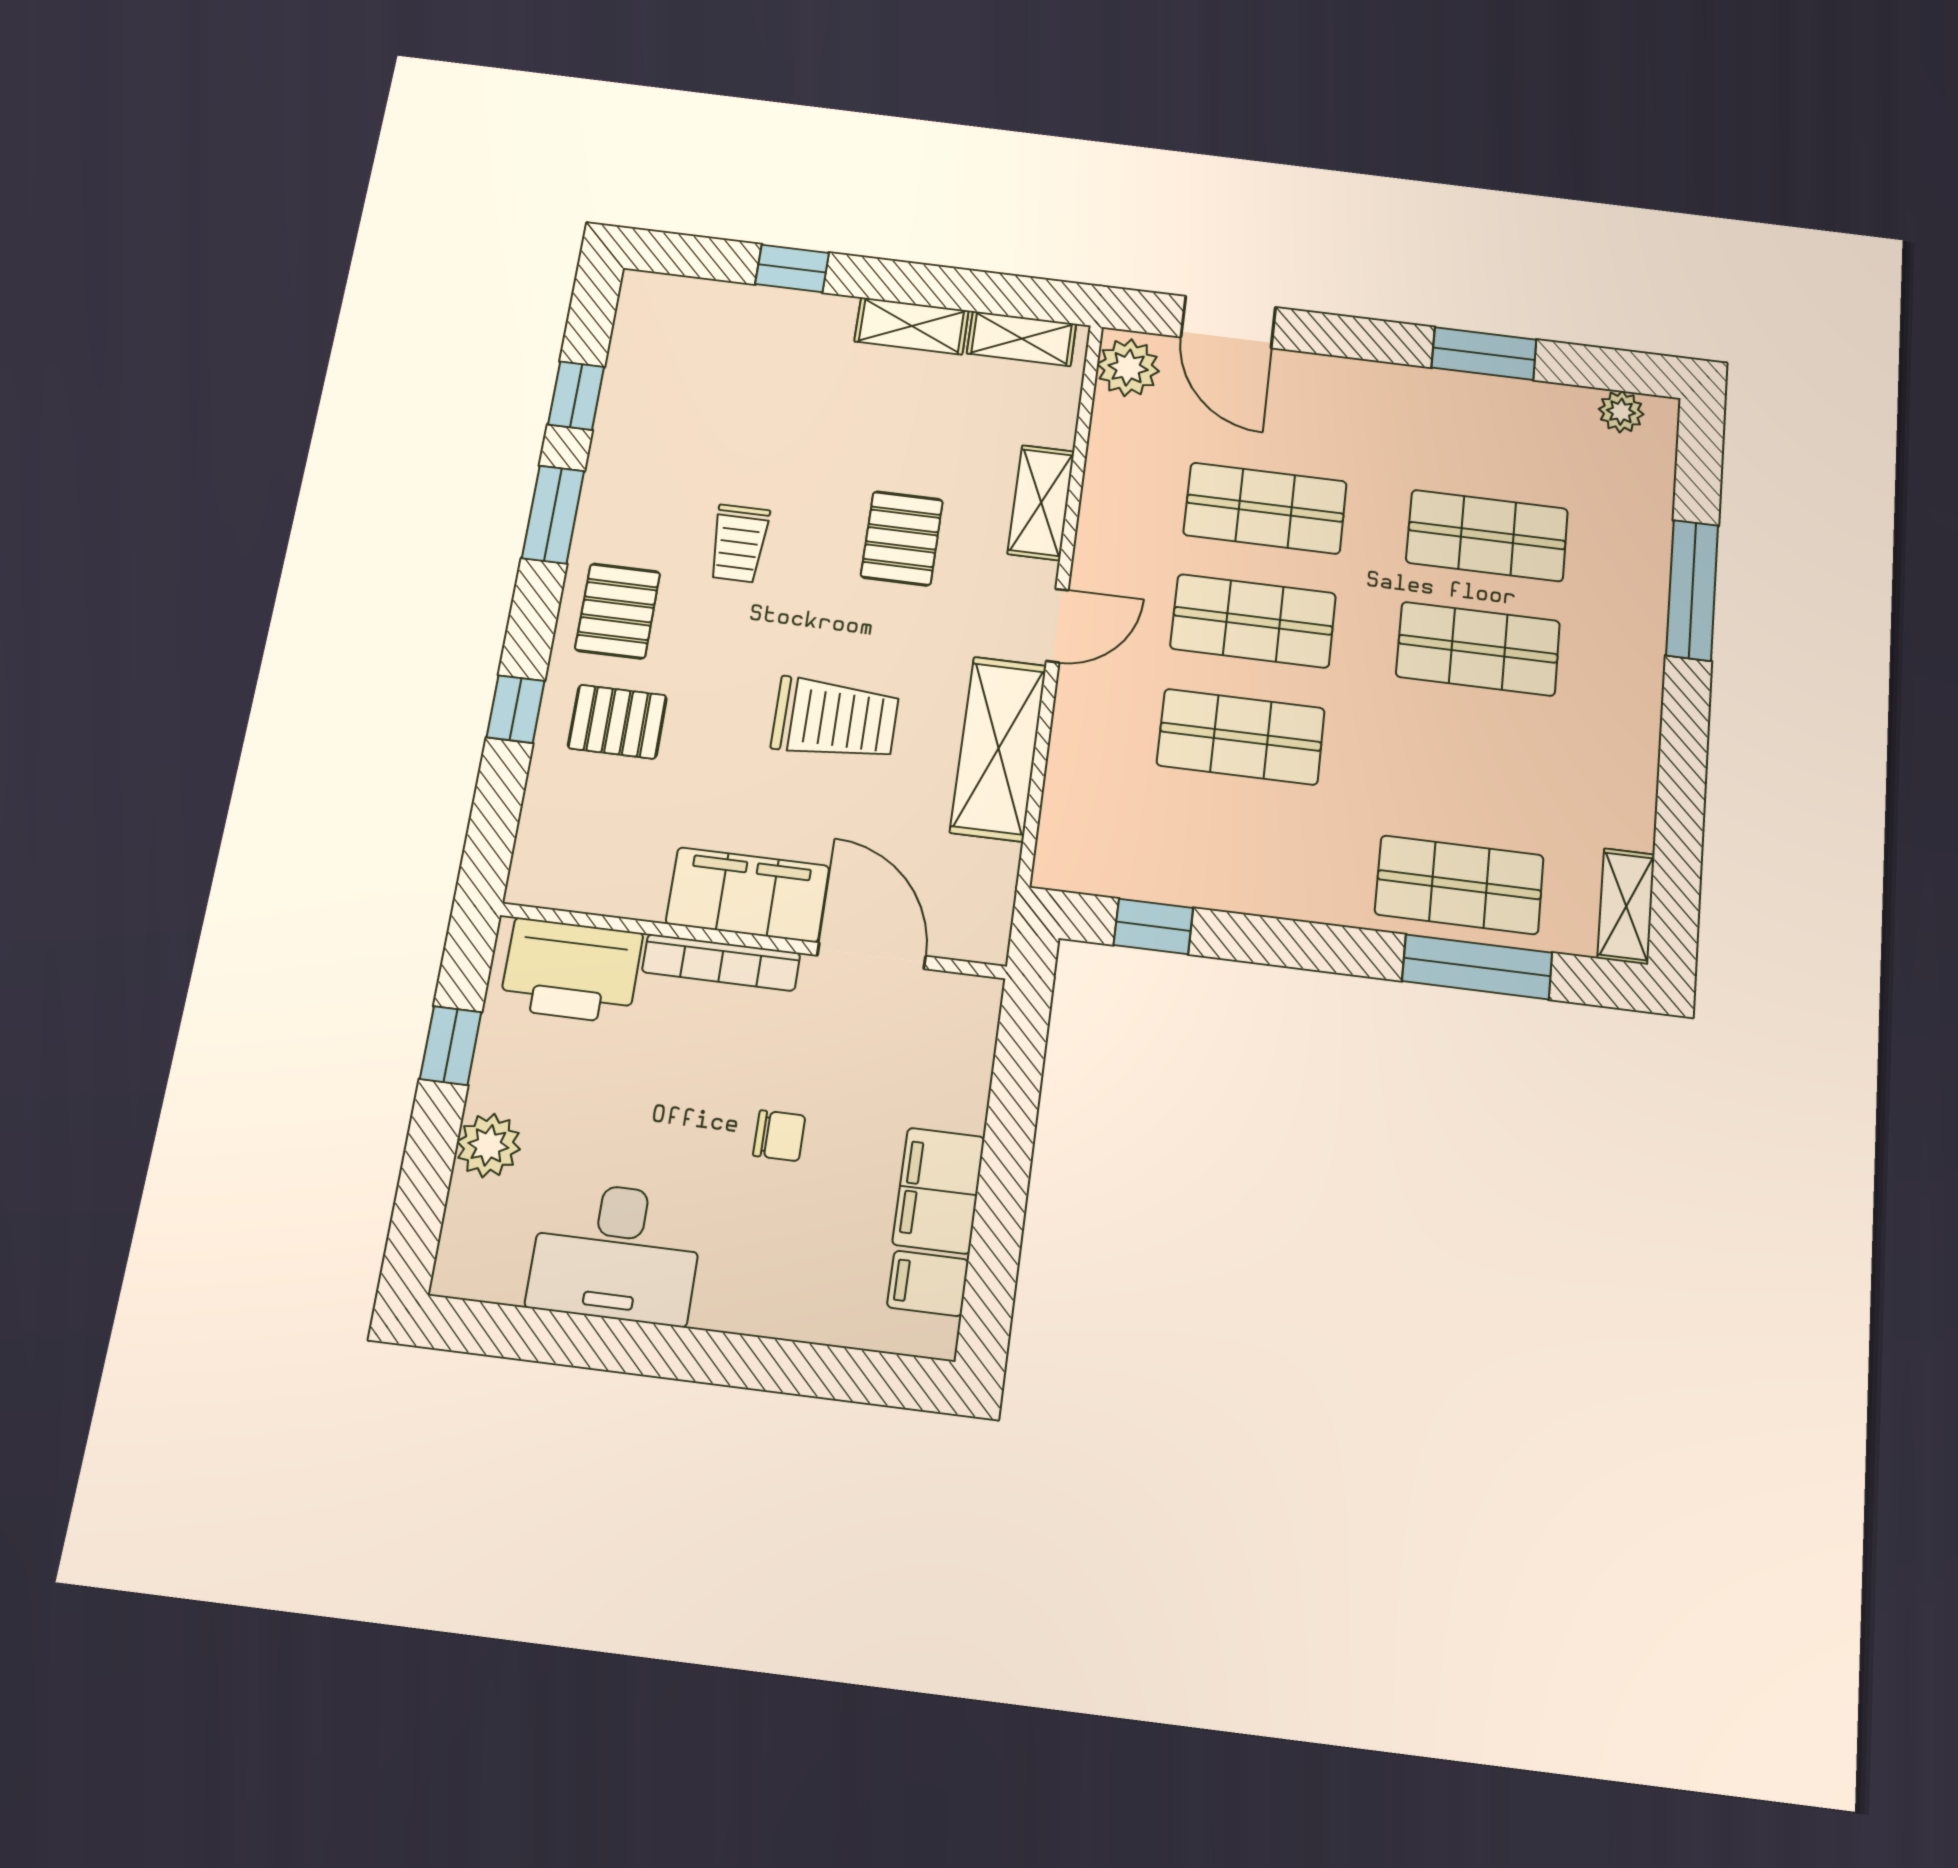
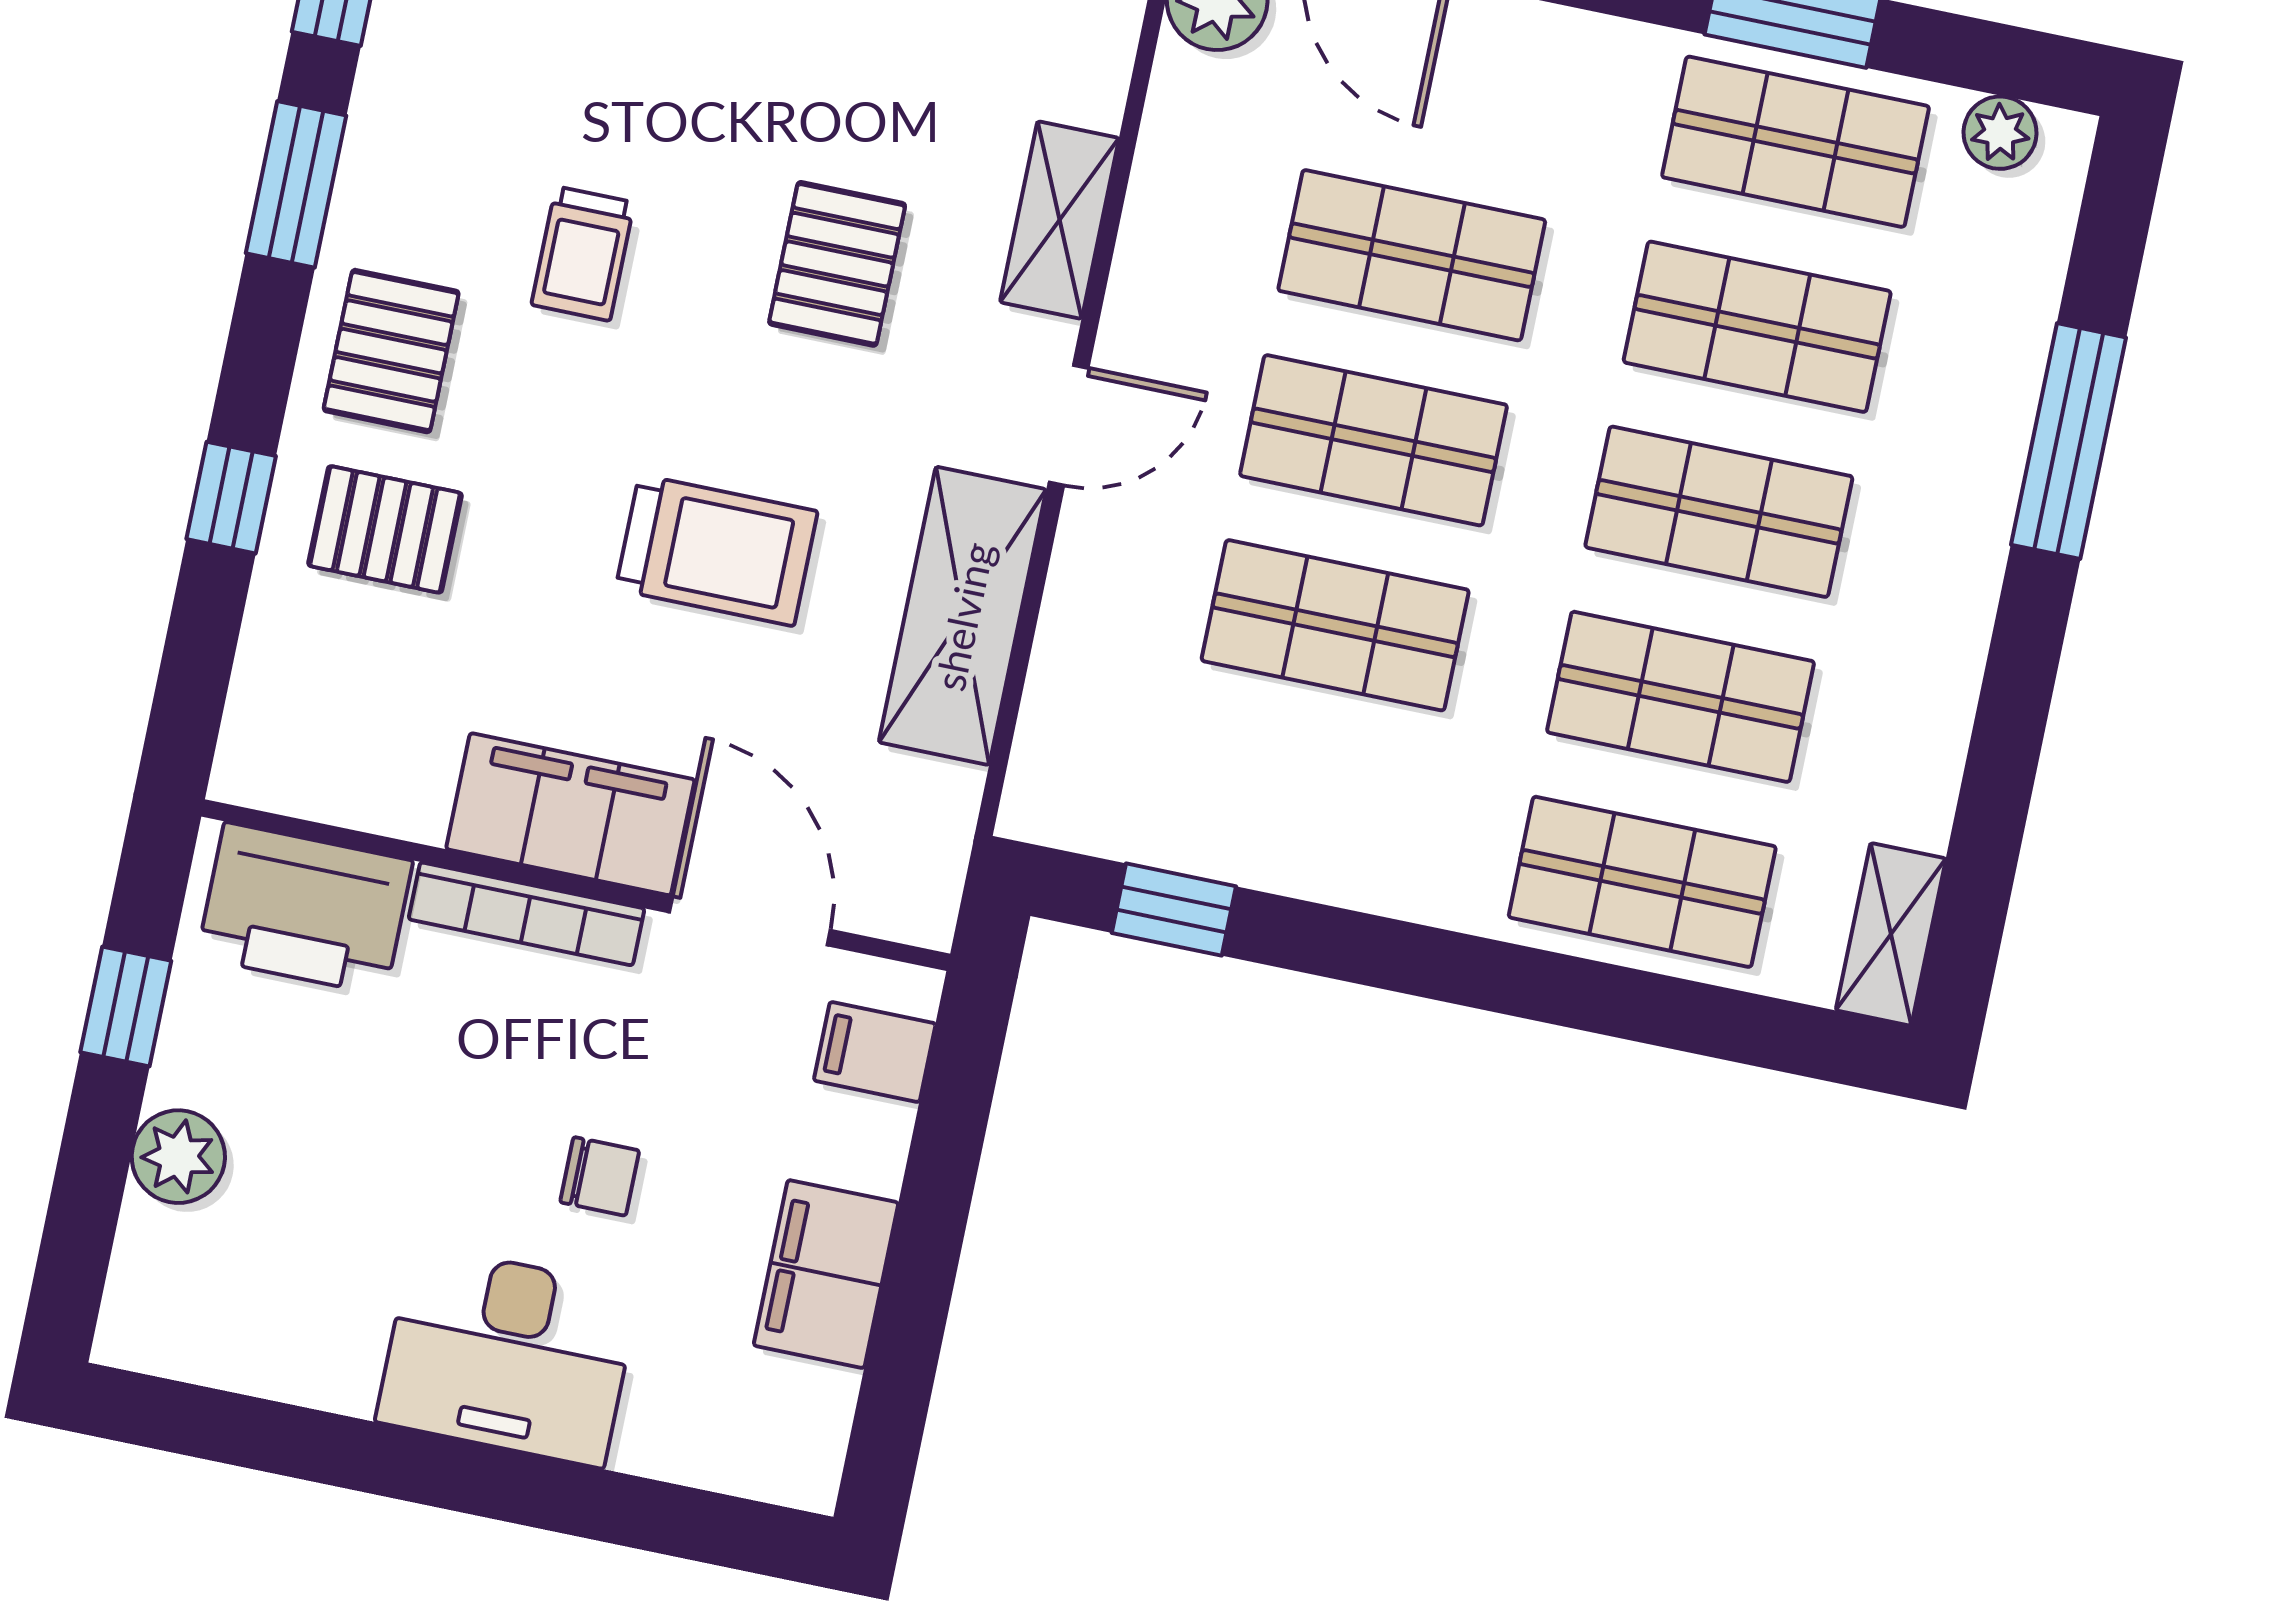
shop shelf: (1496, 425) -> (1795, 142), added
shop shelf: (1469, 765) -> (1681, 697), added
window: (1477, 967) -> (1653, 1009), removed
desk: (616, 1253) -> (508, 1356), moved
filing cabinet: (928, 1283) -> (875, 1052), moved

